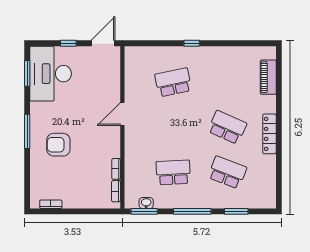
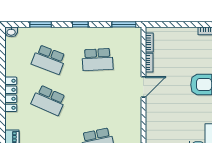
door: (122, 114) -> (143, 87), moved
washbasin: (146, 203) -> (11, 32), moved
window: (192, 211) -> (80, 24), width x0.46

